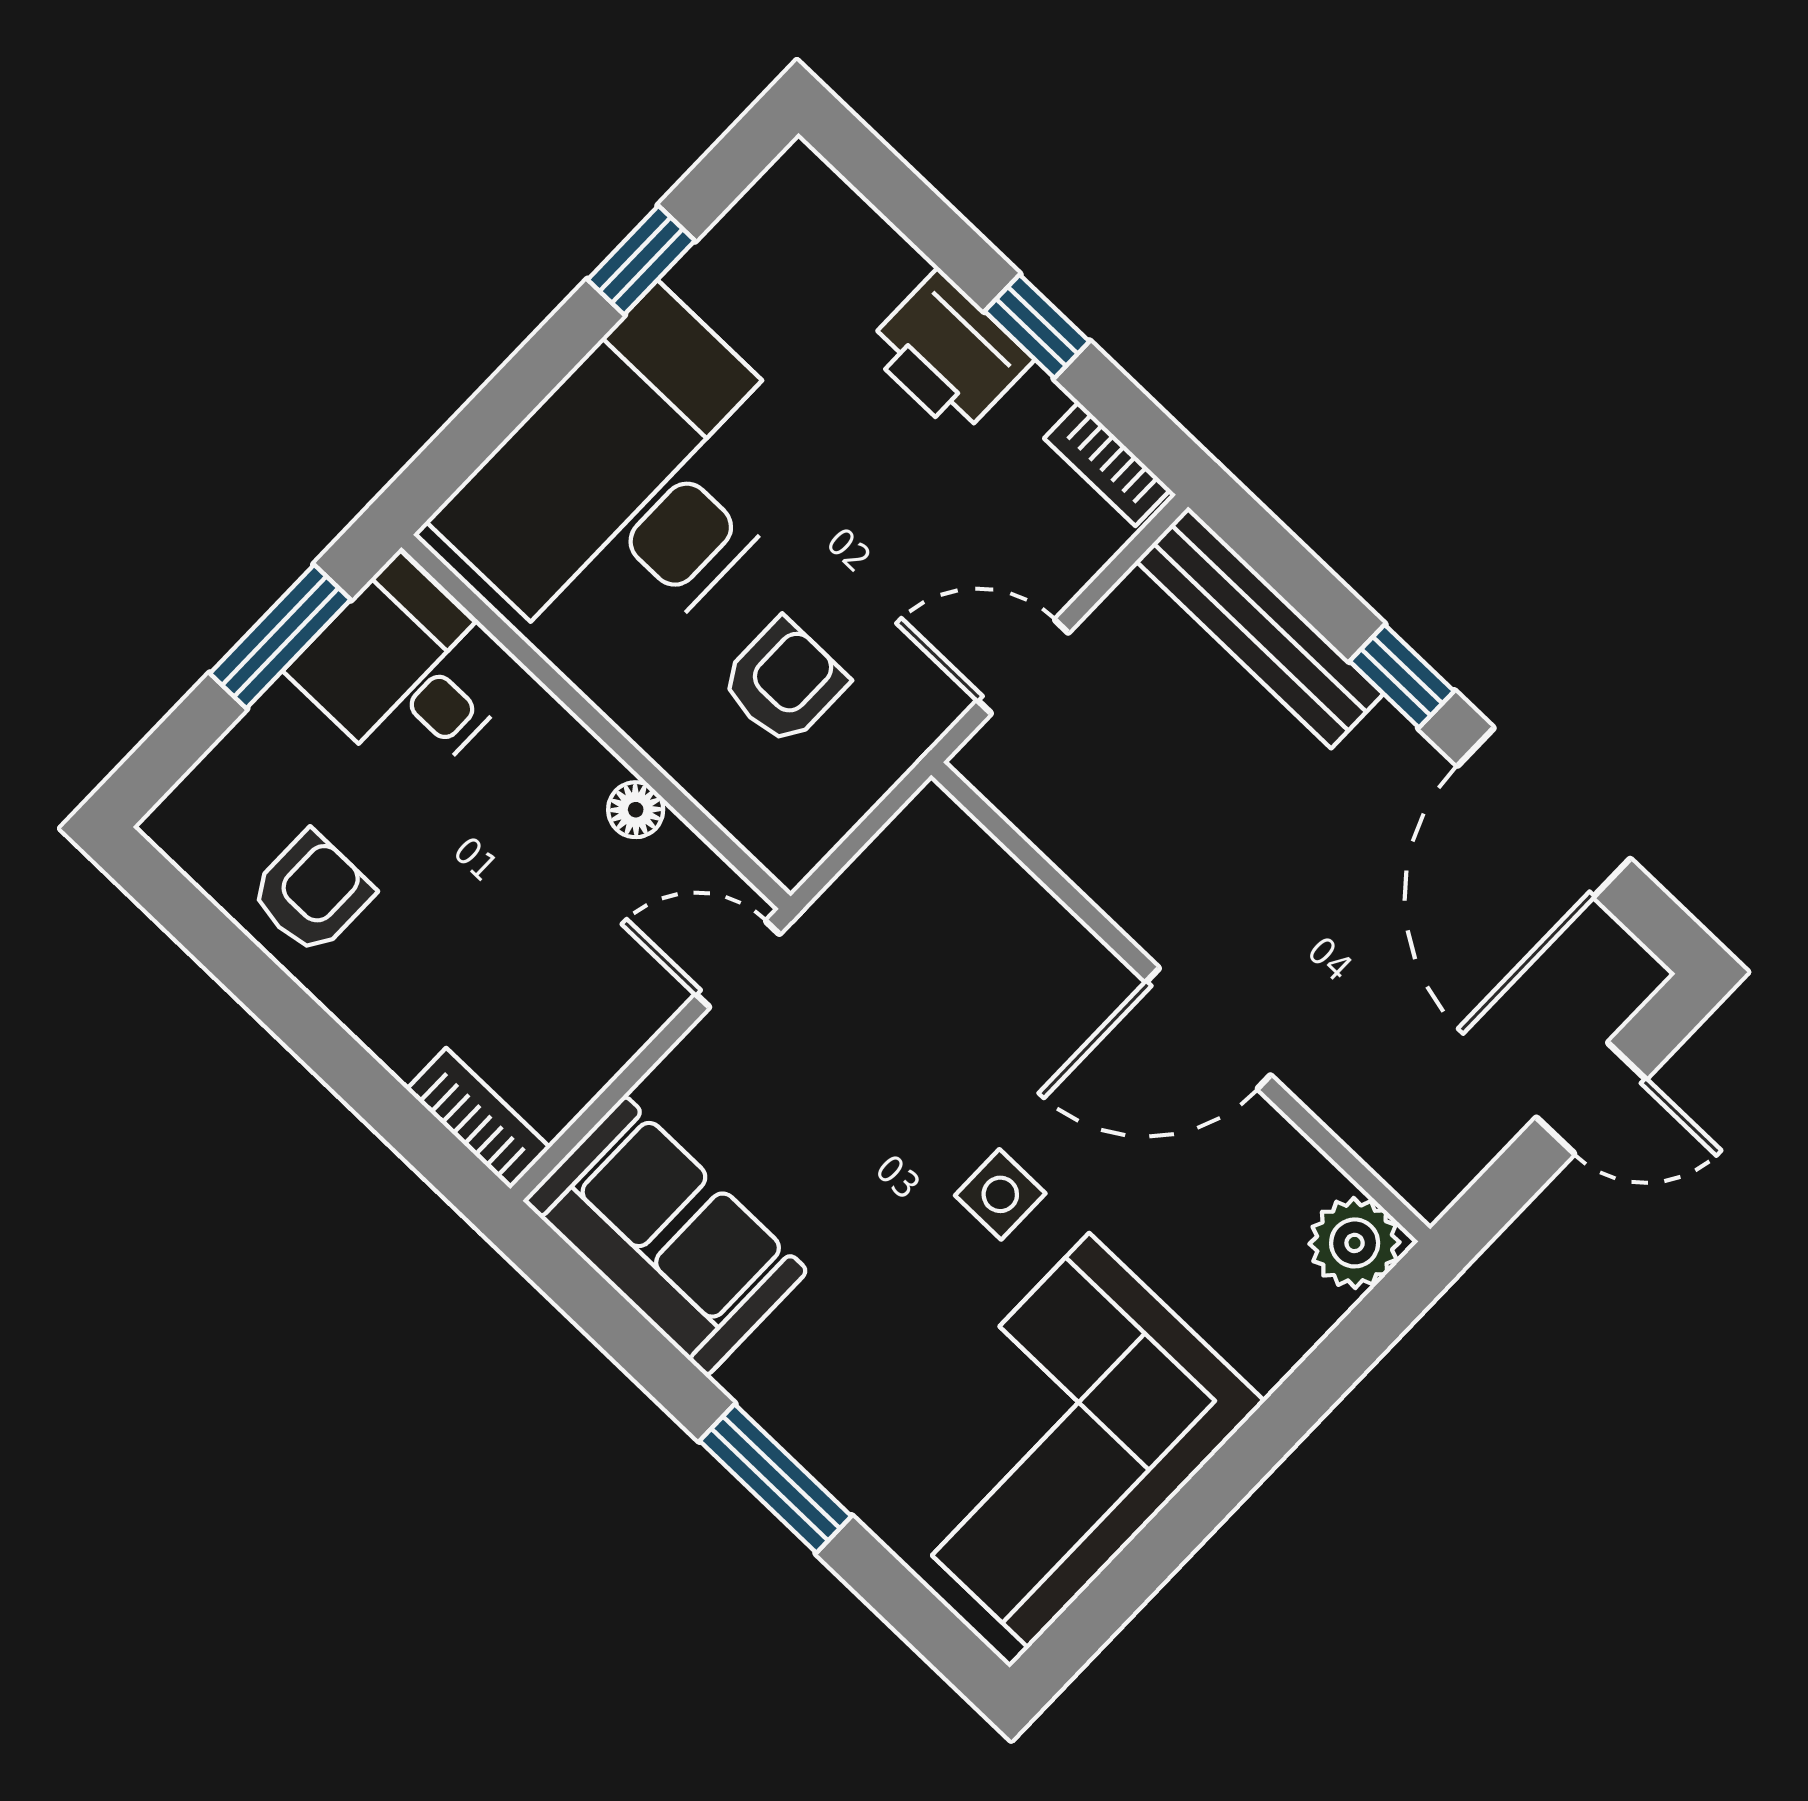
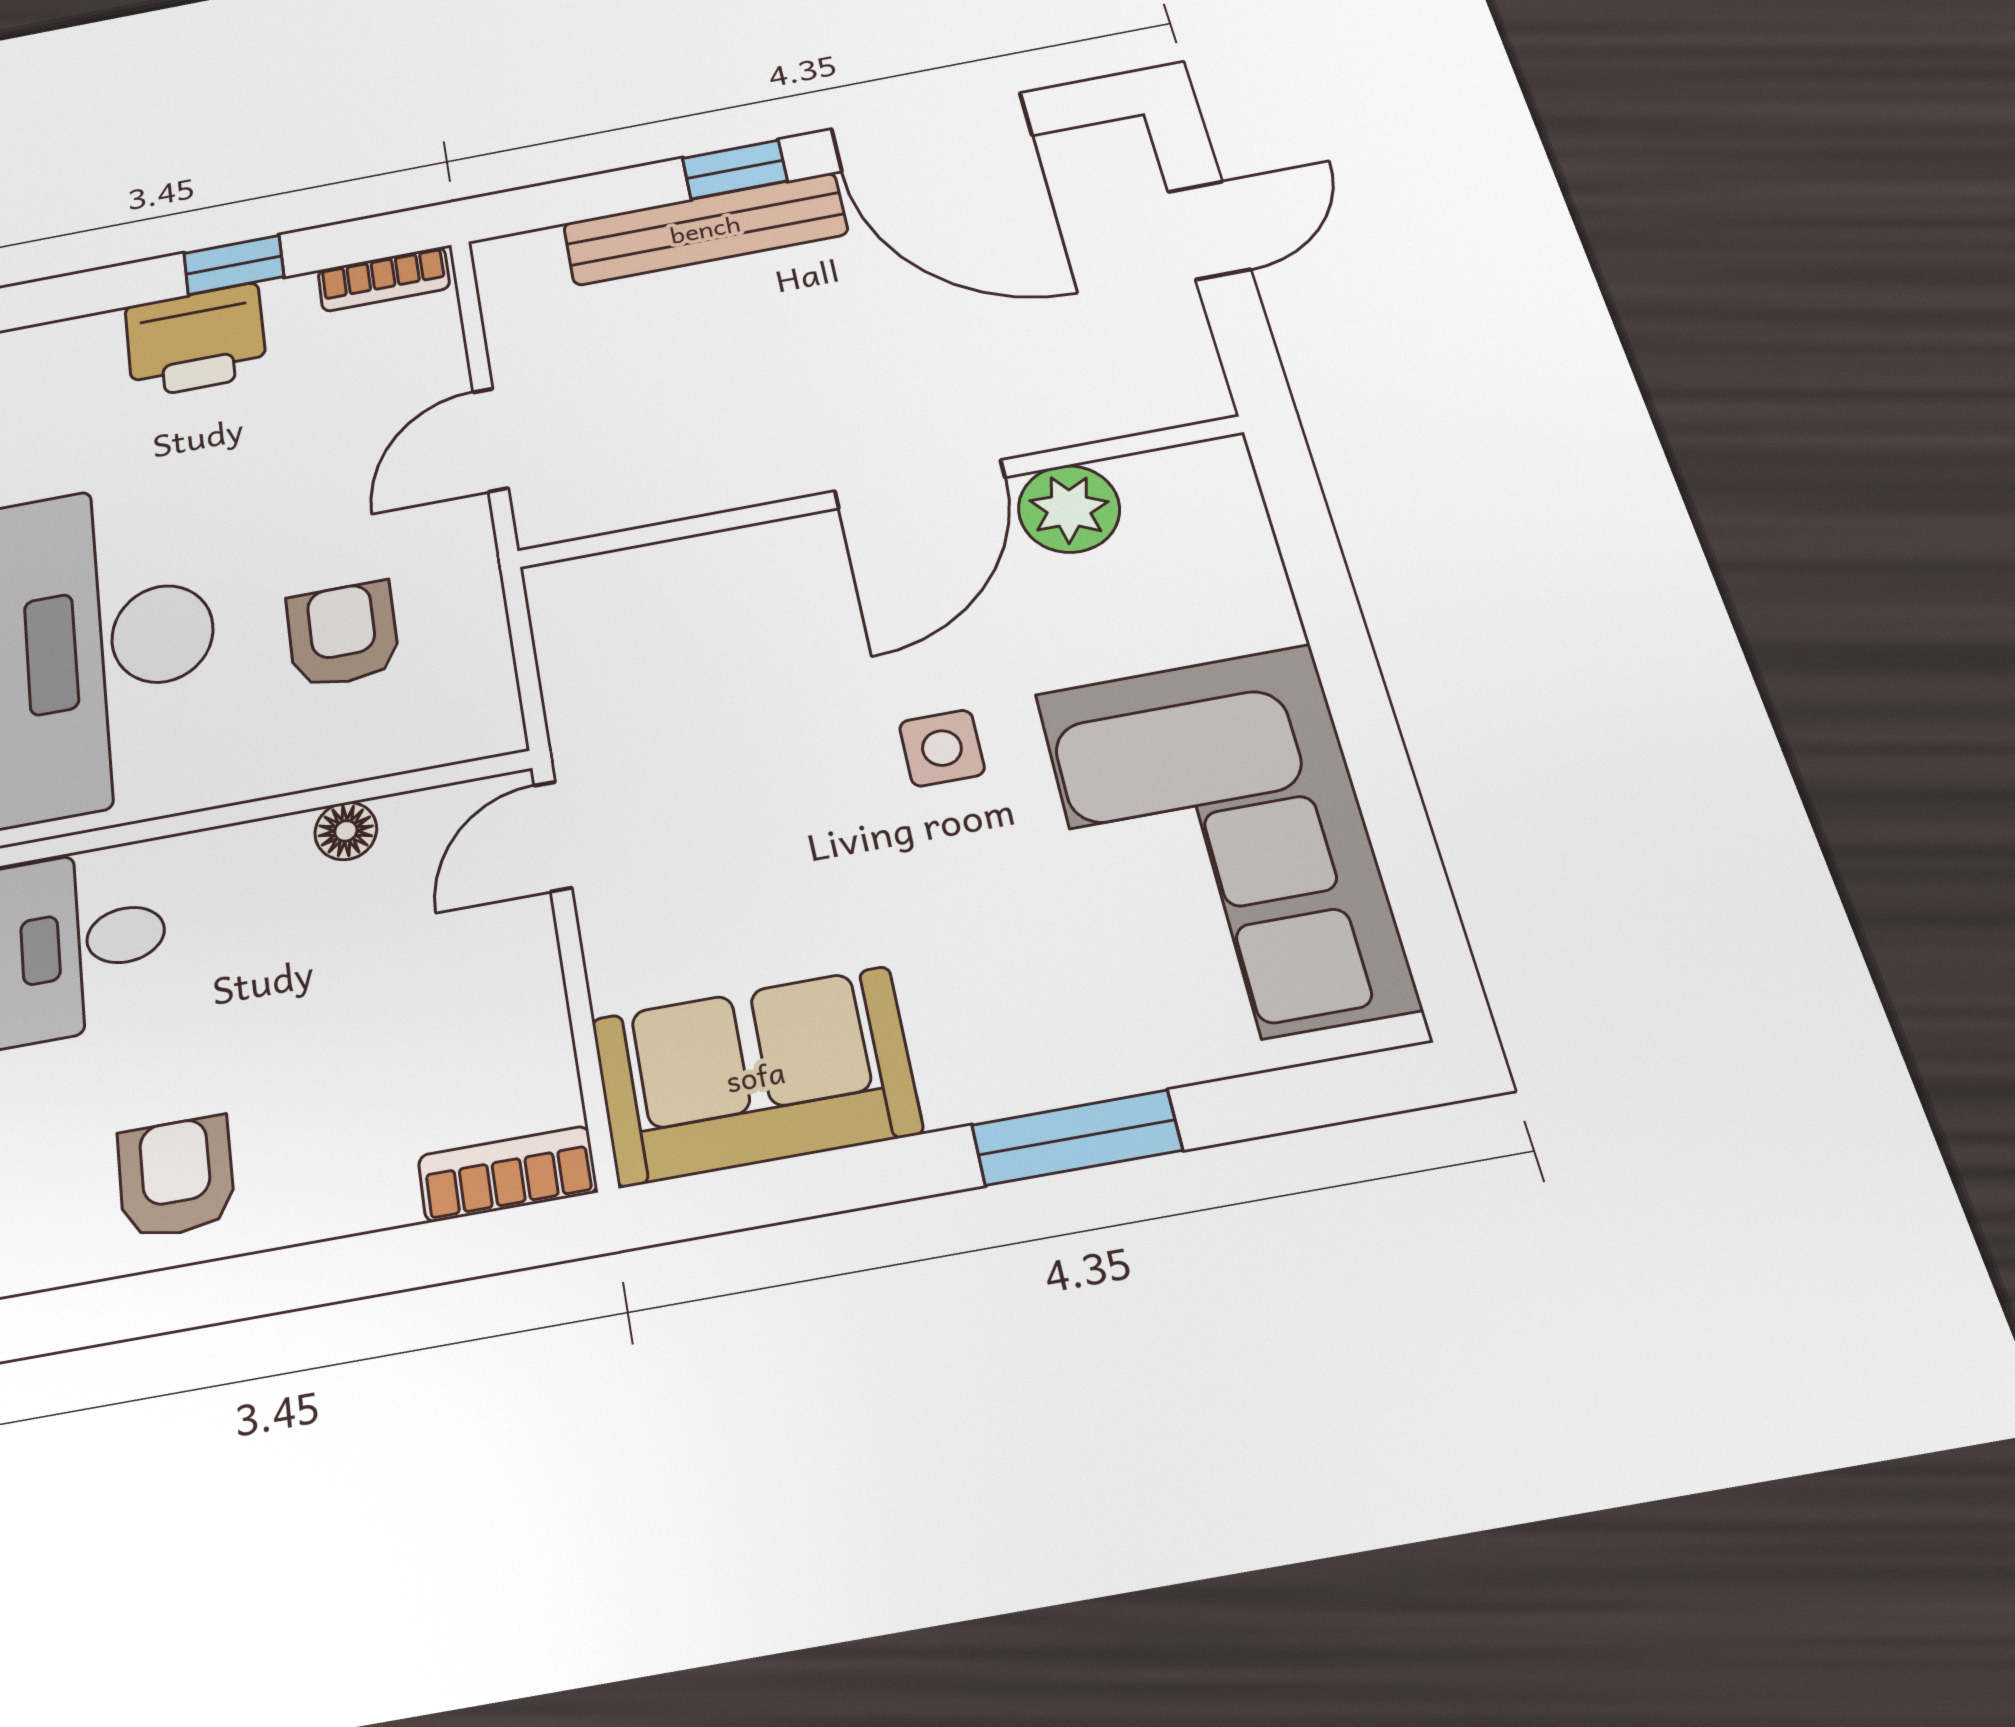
bench: (1260, 628) -> (705, 229), moved
plant: (1355, 1243) -> (1069, 509), moved

